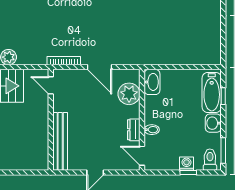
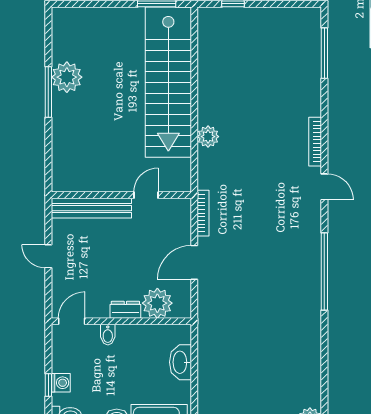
washbasin: (152, 82) -> (181, 362), moved, turned 90
door: (51, 85) -> (146, 195), moved
dresser: (134, 130) -> (125, 310), moved

